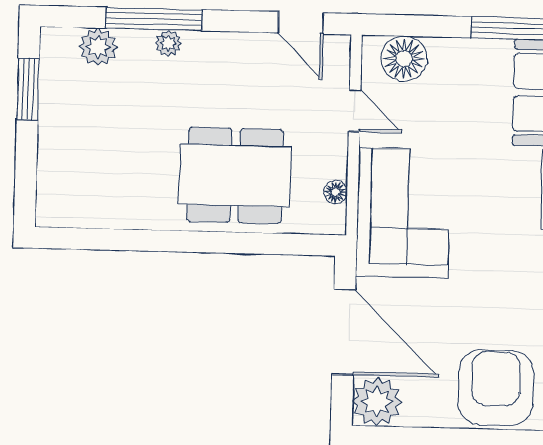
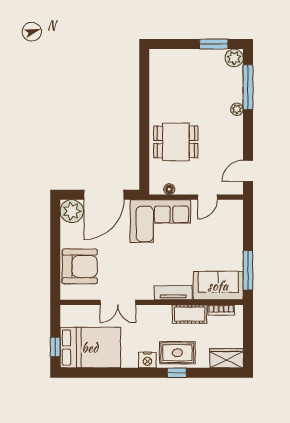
window: (154, 19) -> (248, 87), moved
plant: (98, 47) -> (234, 58), moved
floor lamp: (404, 59) -> (232, 220), removed
dining table: (235, 175) -> (176, 142), width x0.73

